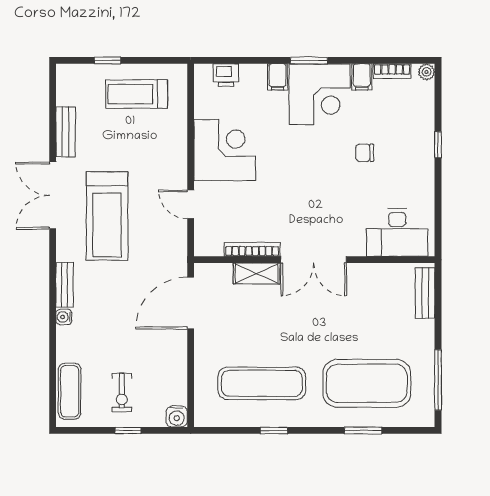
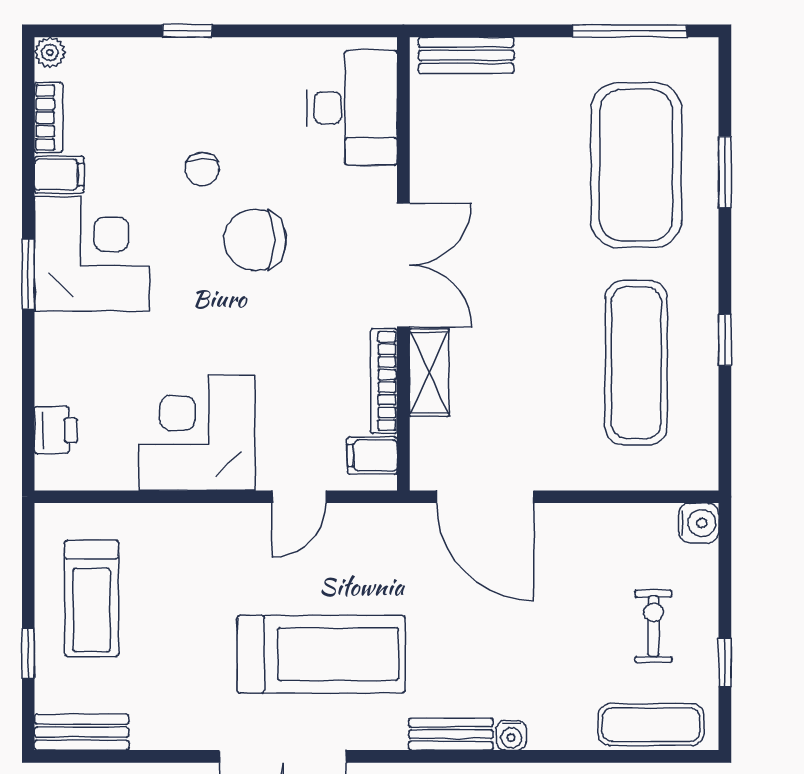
filing cabinet: (277, 77) -> (372, 455), moved, turned 180
bench: (66, 132) -> (82, 732), moved
chair: (327, 181) -> (255, 240), added
exercise bike: (122, 393) -> (653, 626), turned -90
window: (128, 430) -> (725, 662), moved

